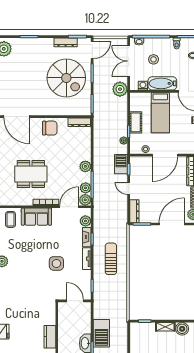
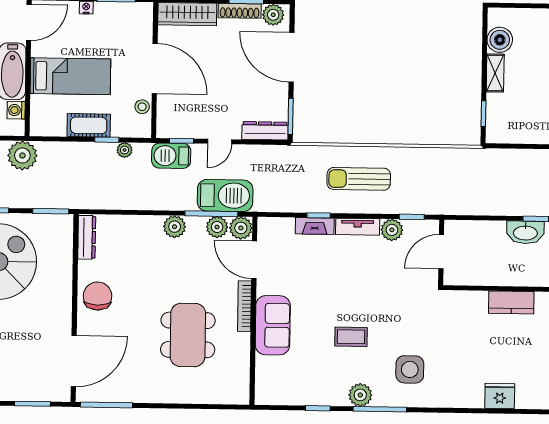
coffee table: (11, 219) -> (351, 337), moved
plant: (85, 221) -> (392, 230), moved
side table: (56, 263) -> (410, 369), moved
barbecue: (101, 333) -> (225, 196), moved

